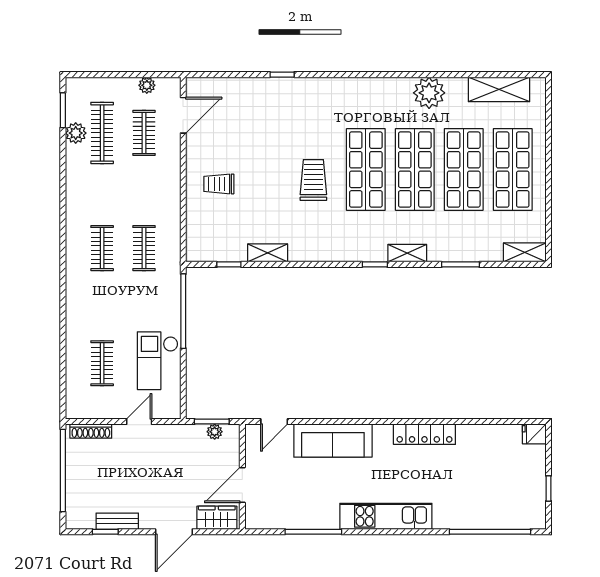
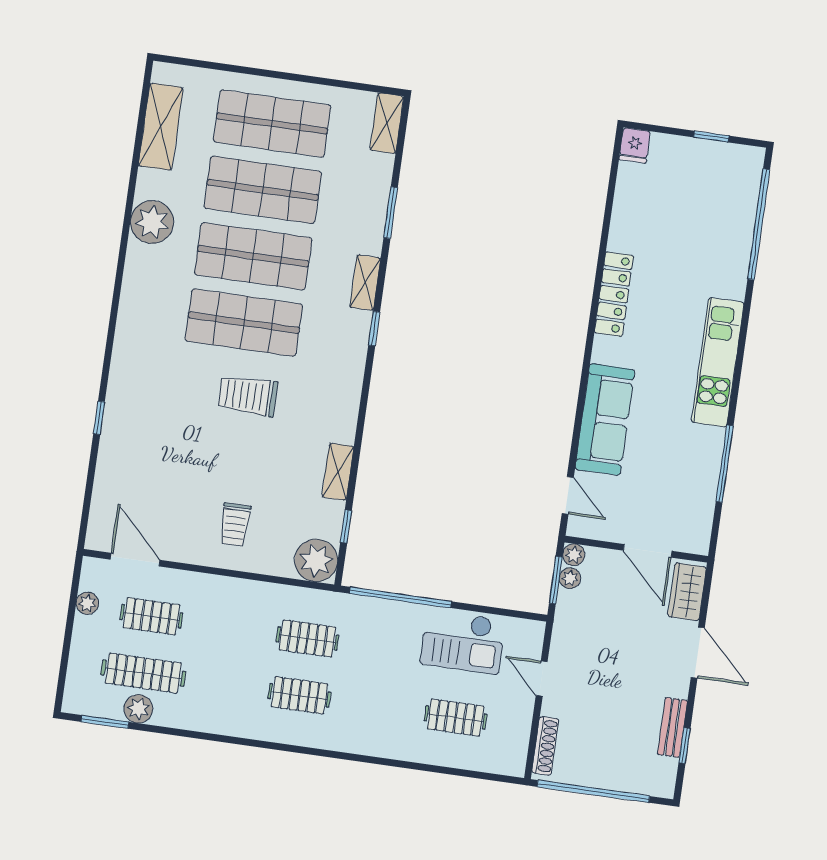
plant: (201, 246) -> (316, 560), added
plant: (232, 432) -> (574, 555), added

